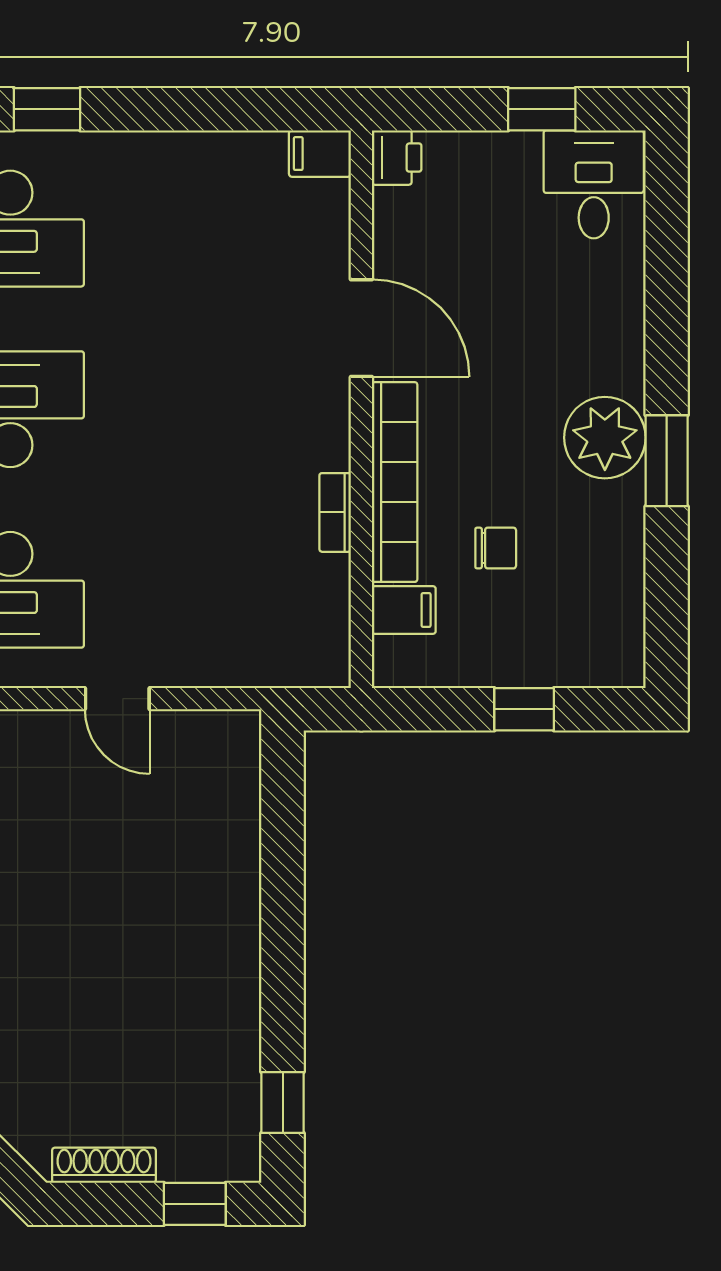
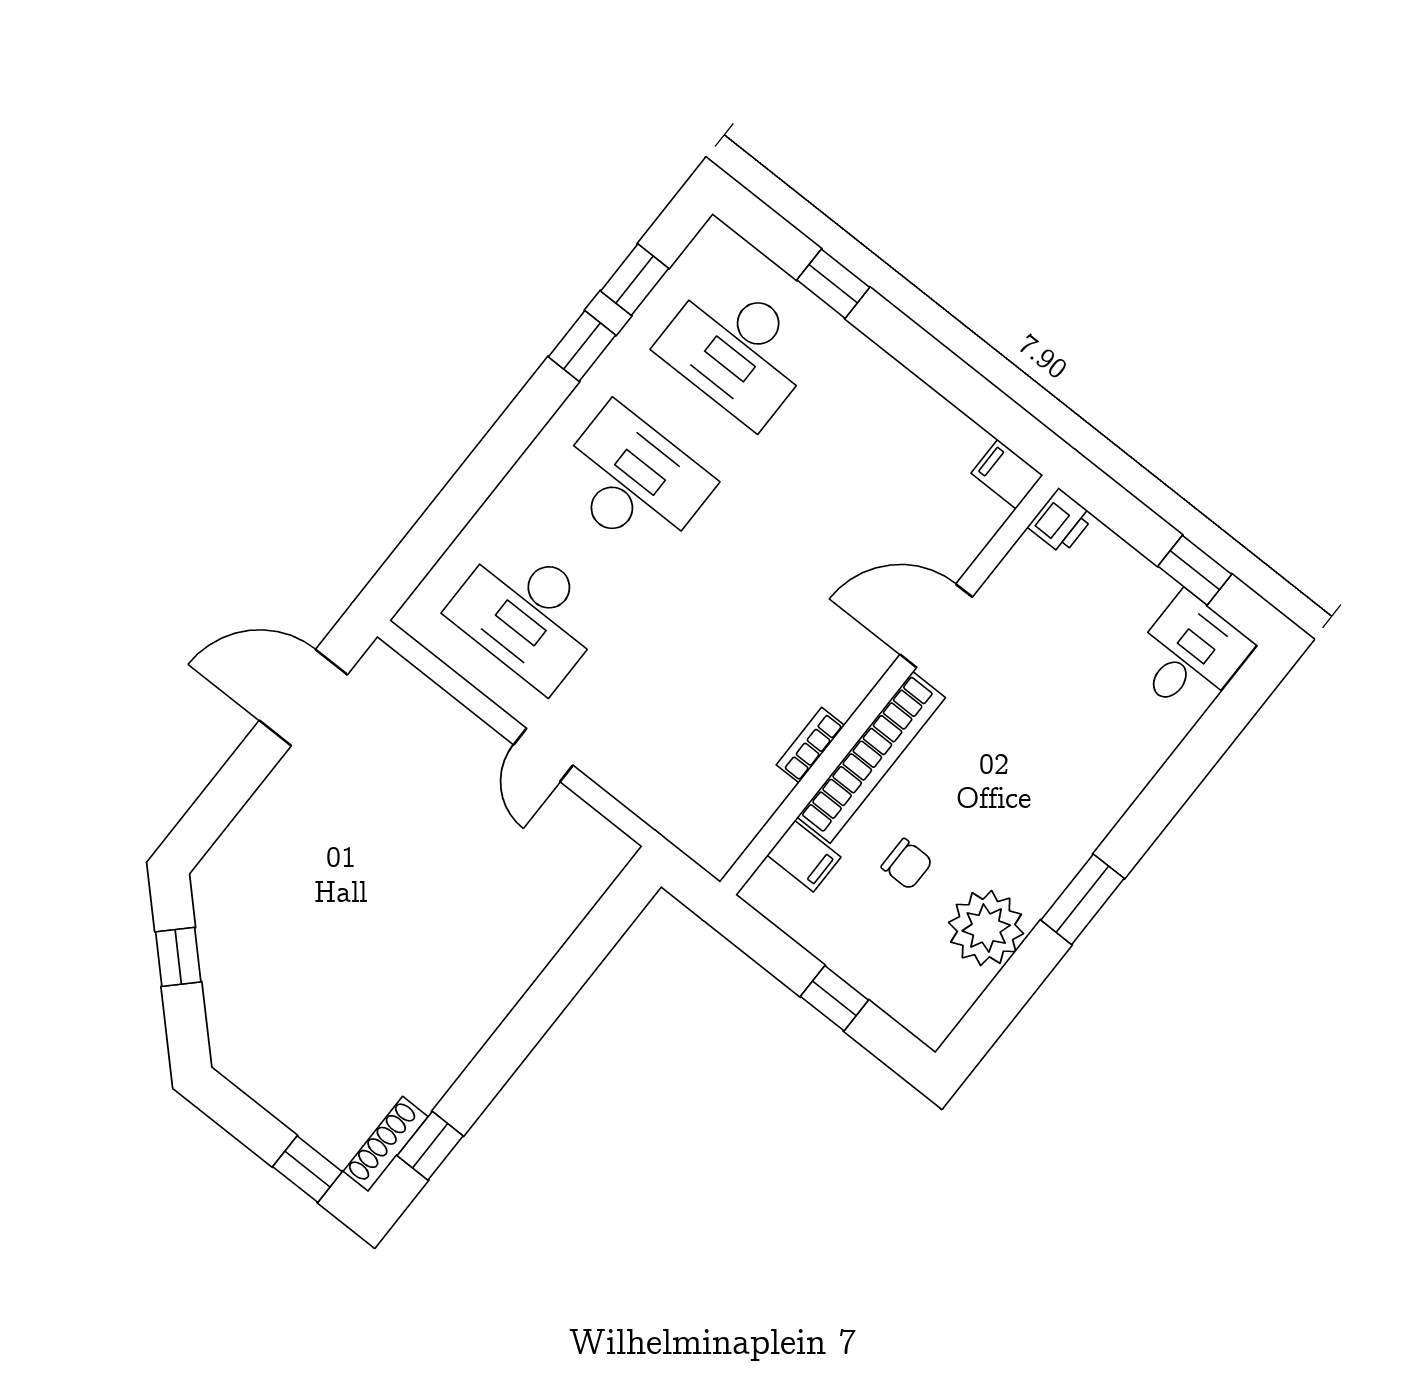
door: (361, 328) -> (936, 626), swing flipped
plant: (605, 438) -> (986, 928), moved
shoe rack: (104, 1165) -> (385, 1144), moved, turned -90

